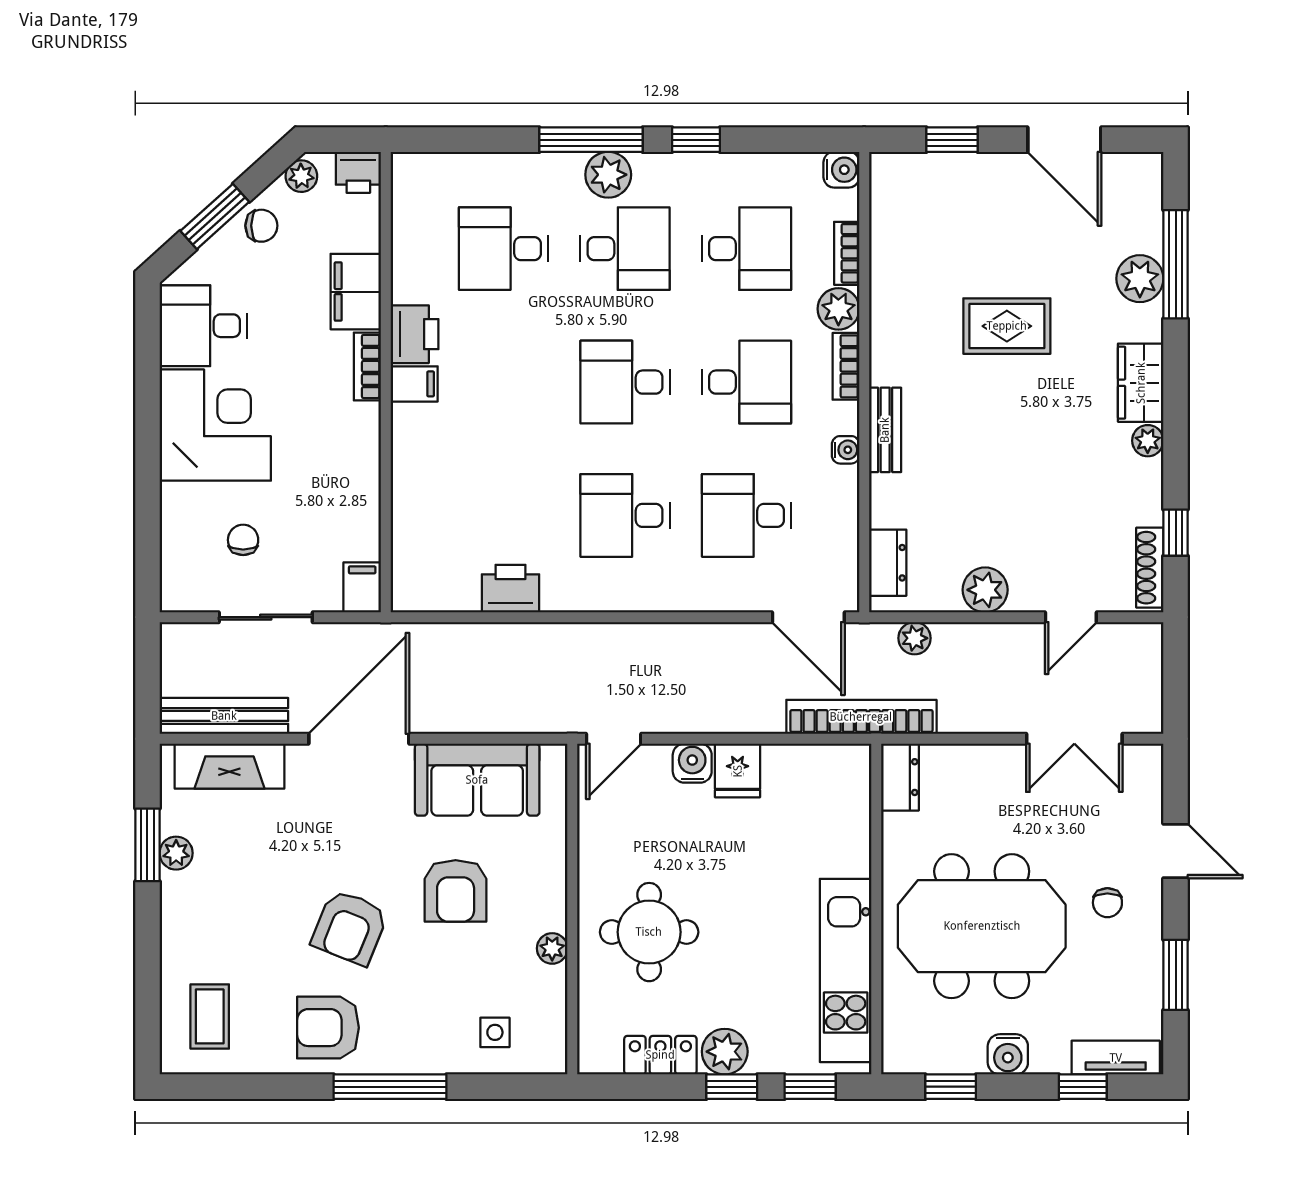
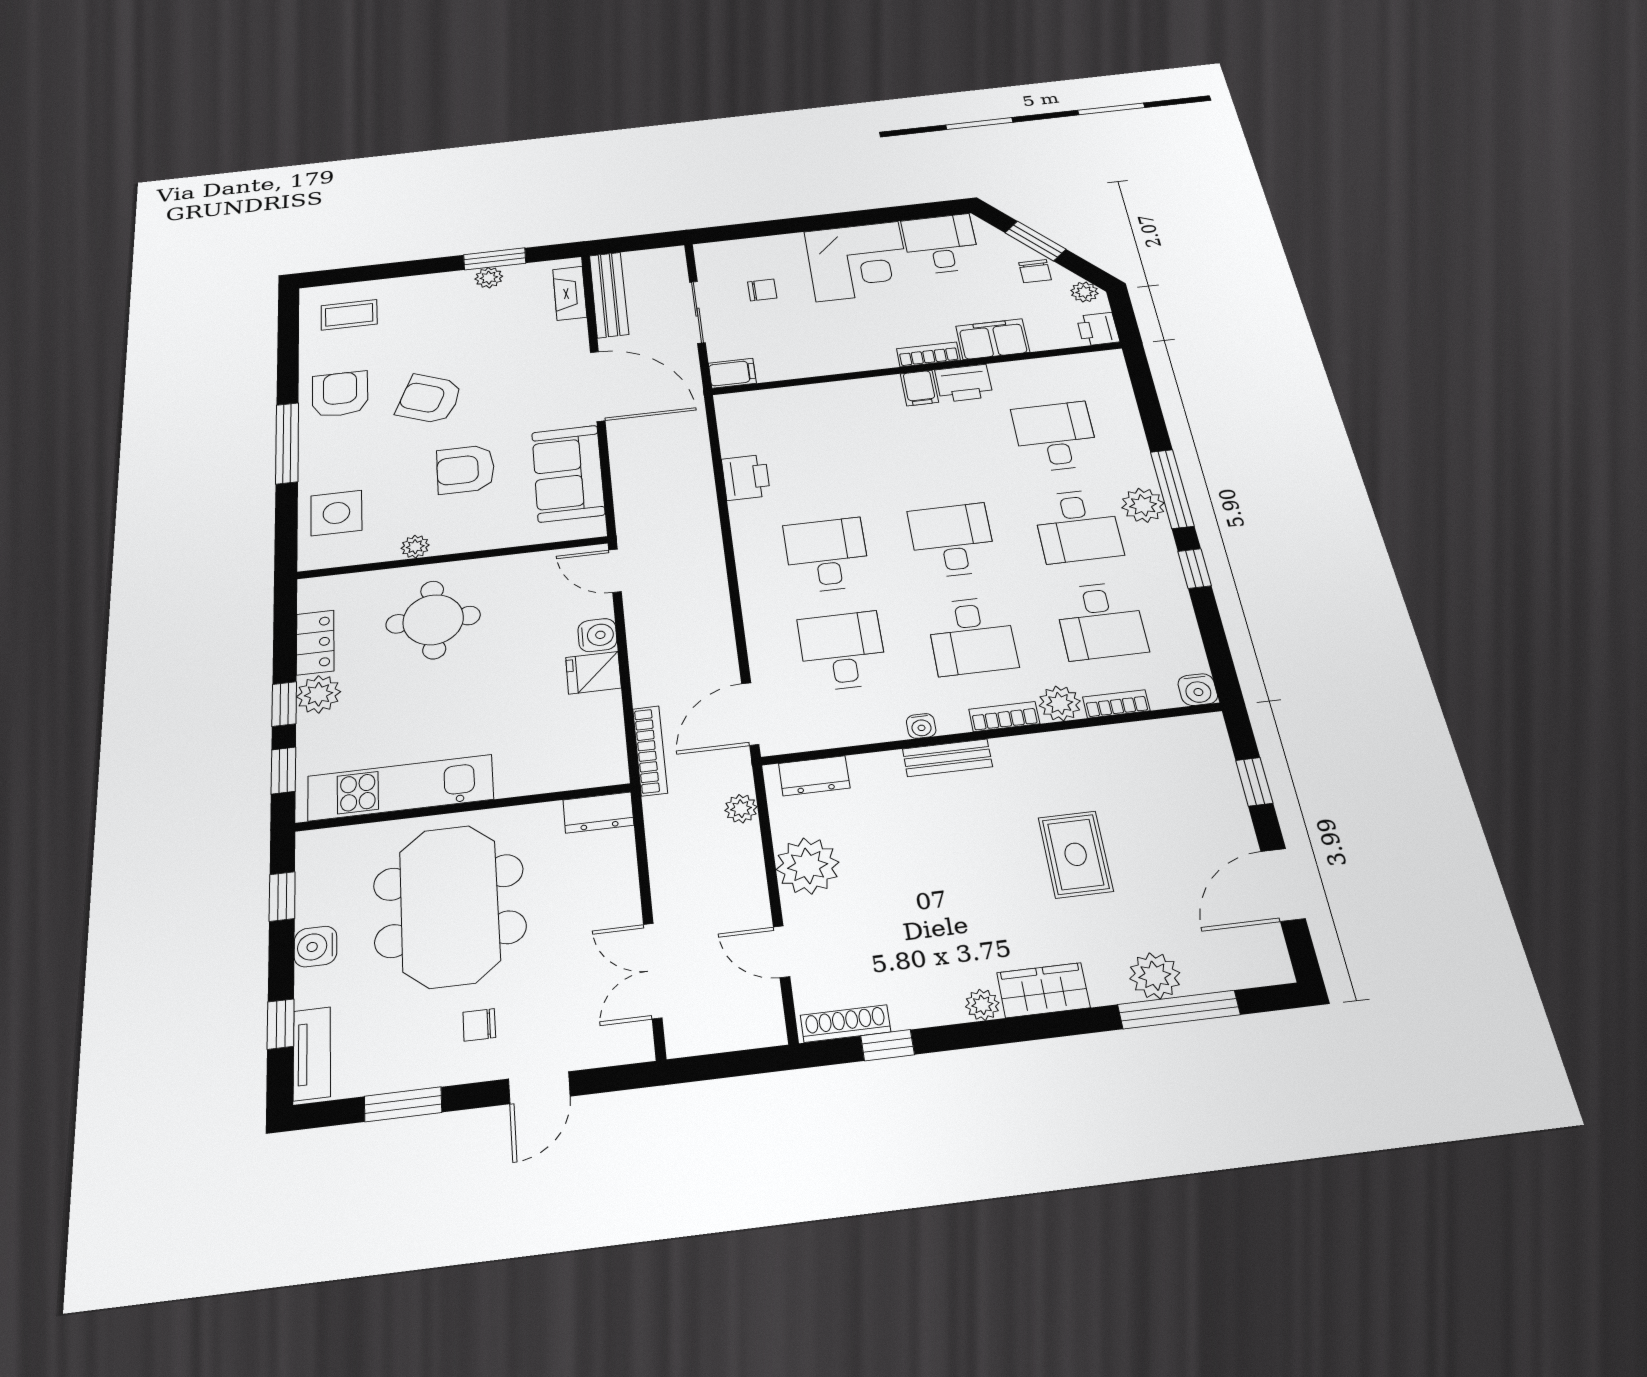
plant: (985, 590) -> (808, 866), width x1.36, depth x1.36
bookcase: (861, 717) -> (650, 751), width x0.68, depth x0.76
fireplace: (229, 766) -> (570, 293), width x0.73, depth x0.76
side table: (495, 1032) -> (336, 513), width x1.87, depth x1.87

